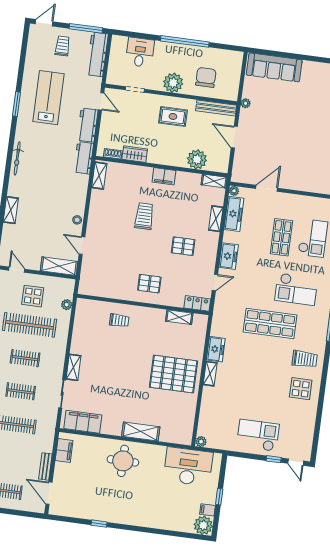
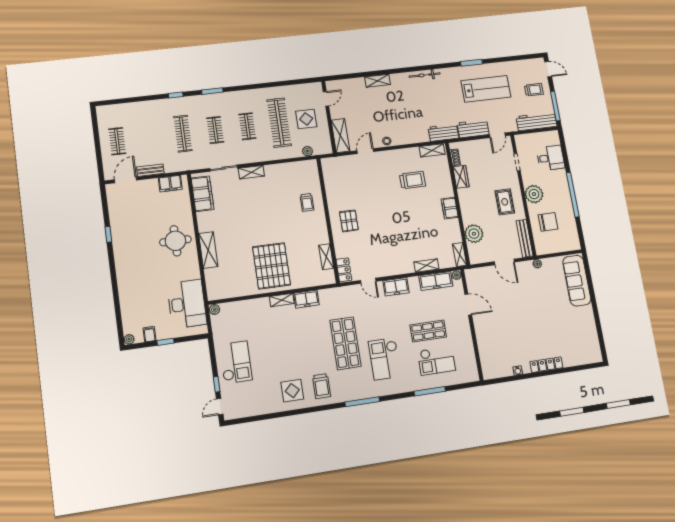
door: (234, 137) -> (504, 262), swing flipped
trolley: (144, 216) -> (413, 180), moved
pallet: (183, 246) -> (392, 243), removed
plant: (203, 525) -> (129, 339), width x0.53, depth x0.53

